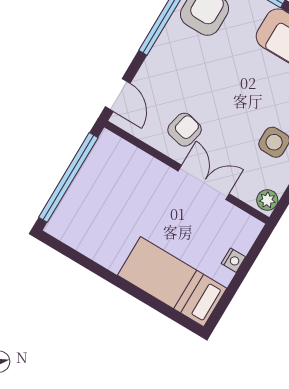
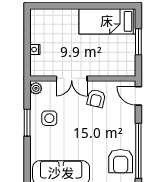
window: (68, 177) -> (138, 42), width x0.47
bed: (172, 282) -> (107, 21), moved, turned 180

